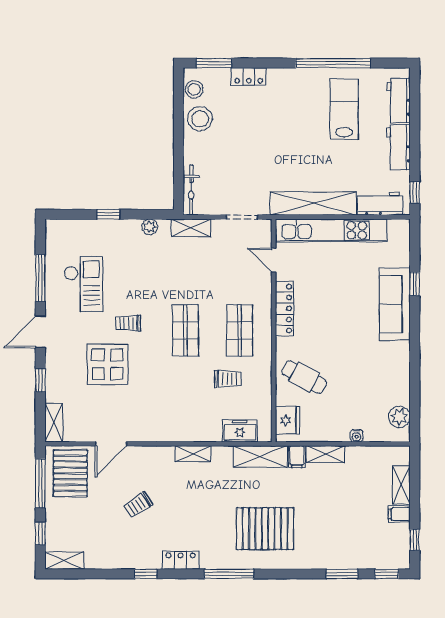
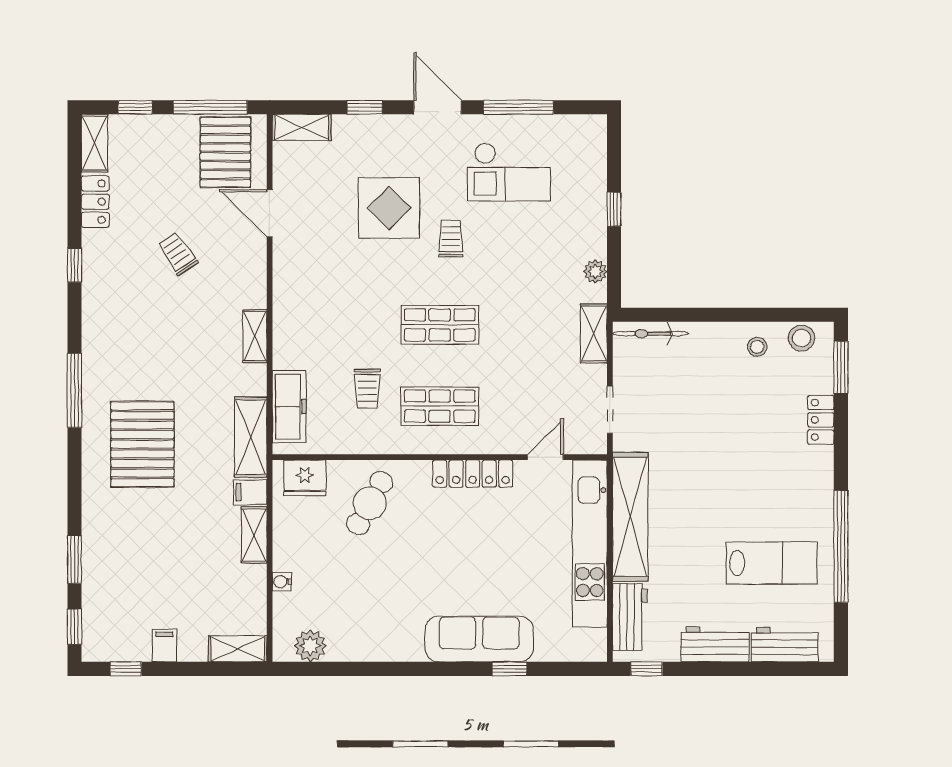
stool: (200, 119) -> (757, 347), width x0.53, depth x0.53
freezer: (240, 431) -> (289, 407), width x1.40
pallet: (70, 473) -> (225, 152), turned 90
shelving: (401, 485) -> (238, 649), moved
locker: (181, 560) -> (95, 202), moved

